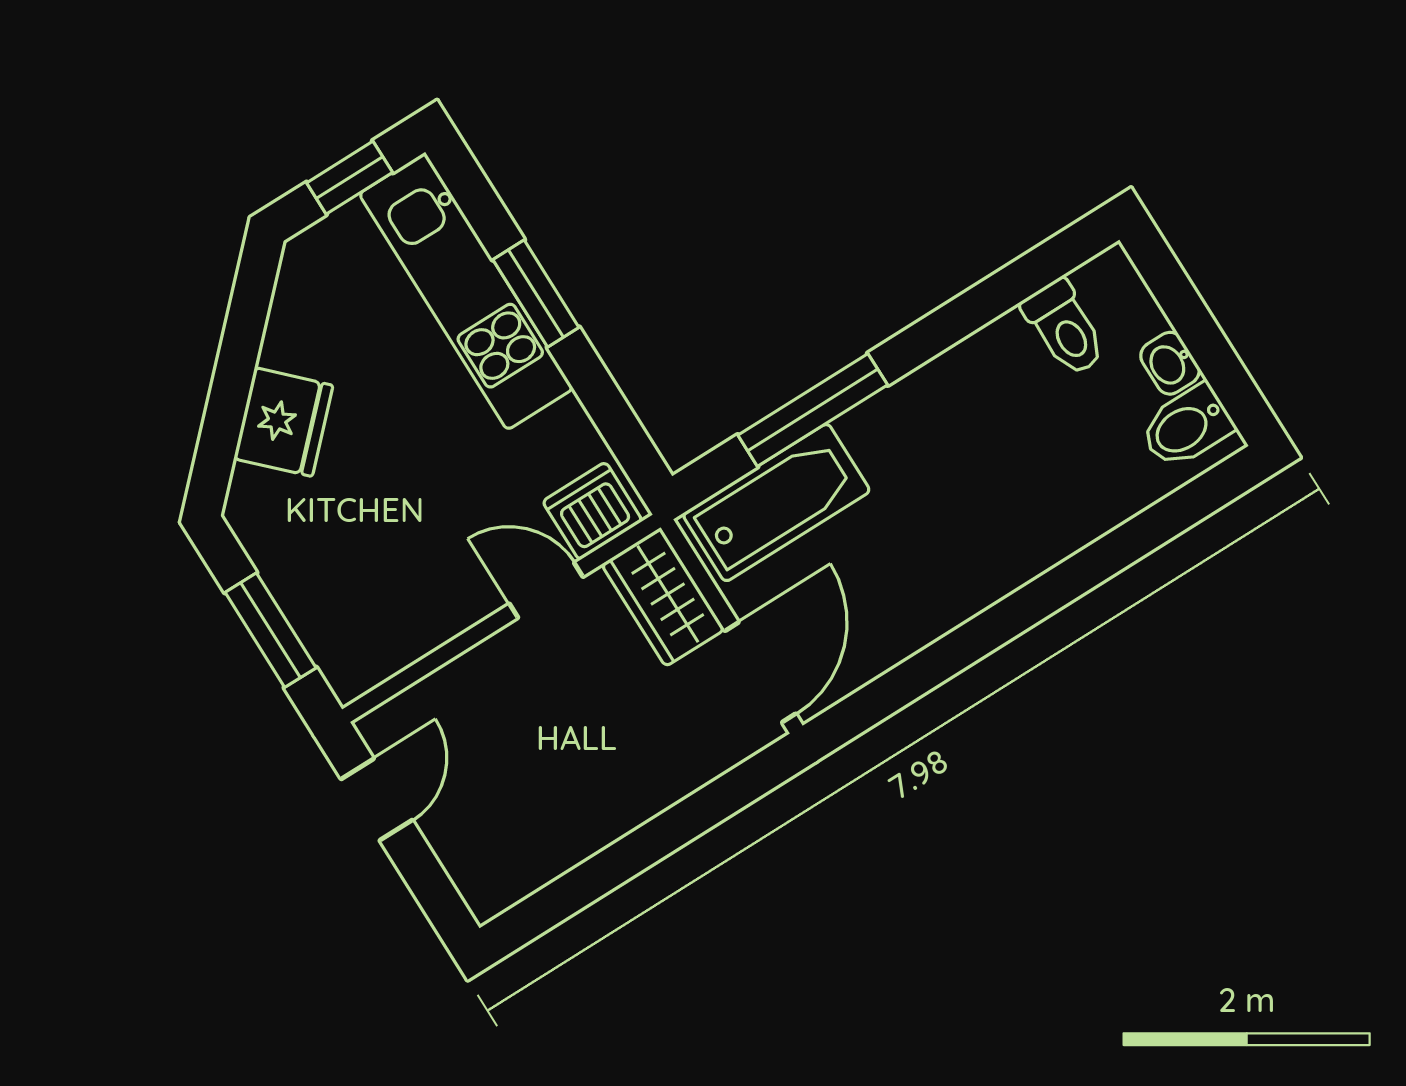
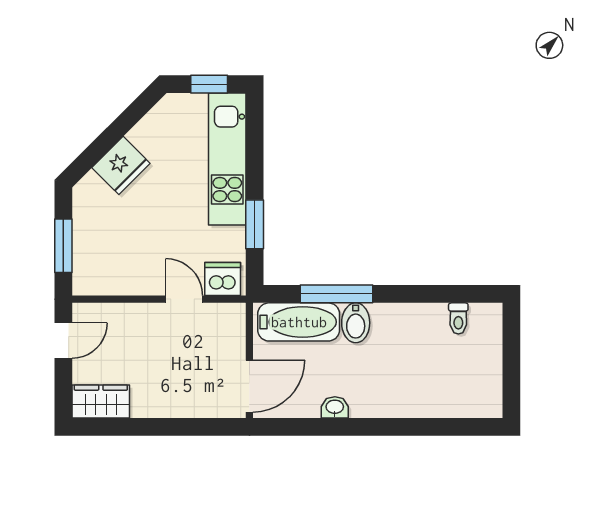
window: (536, 293) -> (255, 224), moved
toilet: (1065, 328) -> (458, 318), width x0.73, depth x0.72
washbasin: (1170, 363) -> (335, 407), moved, turned 90
bidet: (1187, 427) -> (356, 323), moved, turned -90
wardrobe: (663, 597) -> (101, 402), moved, turned 90

